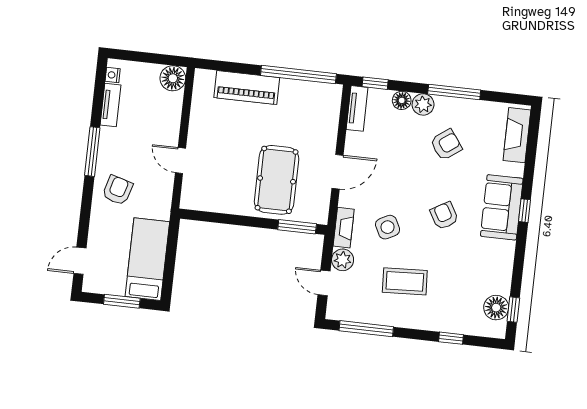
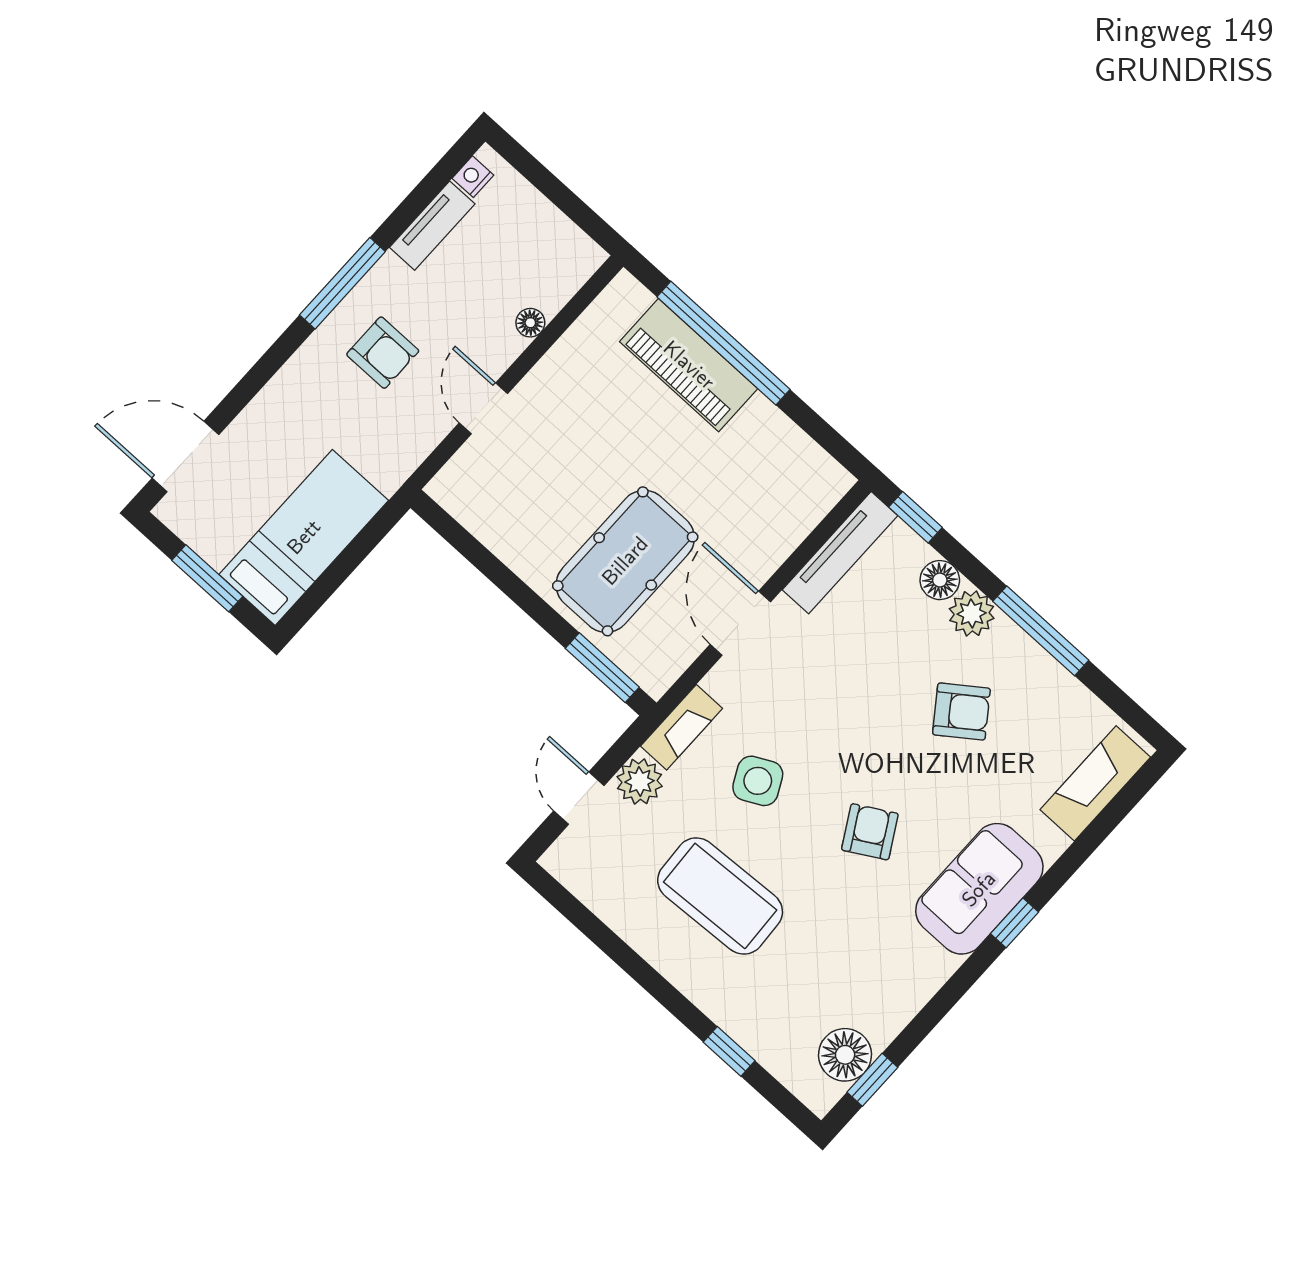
window: (298, 75) -> (723, 343), moved
floor lamp: (173, 78) -> (530, 323), moved, width x0.53, depth x0.53
tv unit: (357, 108) -> (840, 553), width x1.41
door: (337, 172) -> (740, 623), swing flipped
armchair: (118, 190) -> (383, 353), moved, turned 74
door: (80, 261) -> (185, 456), width x1.38
coffee table: (405, 281) -> (720, 896), width x1.36, depth x1.32
window: (366, 329) -> (595, 930), removed

